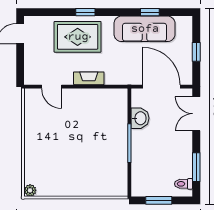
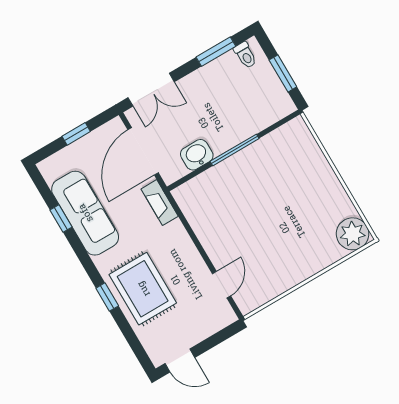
fireplace: (89, 78) -> (160, 203), moved
plant: (30, 190) -> (353, 234), width x1.87, depth x1.87

